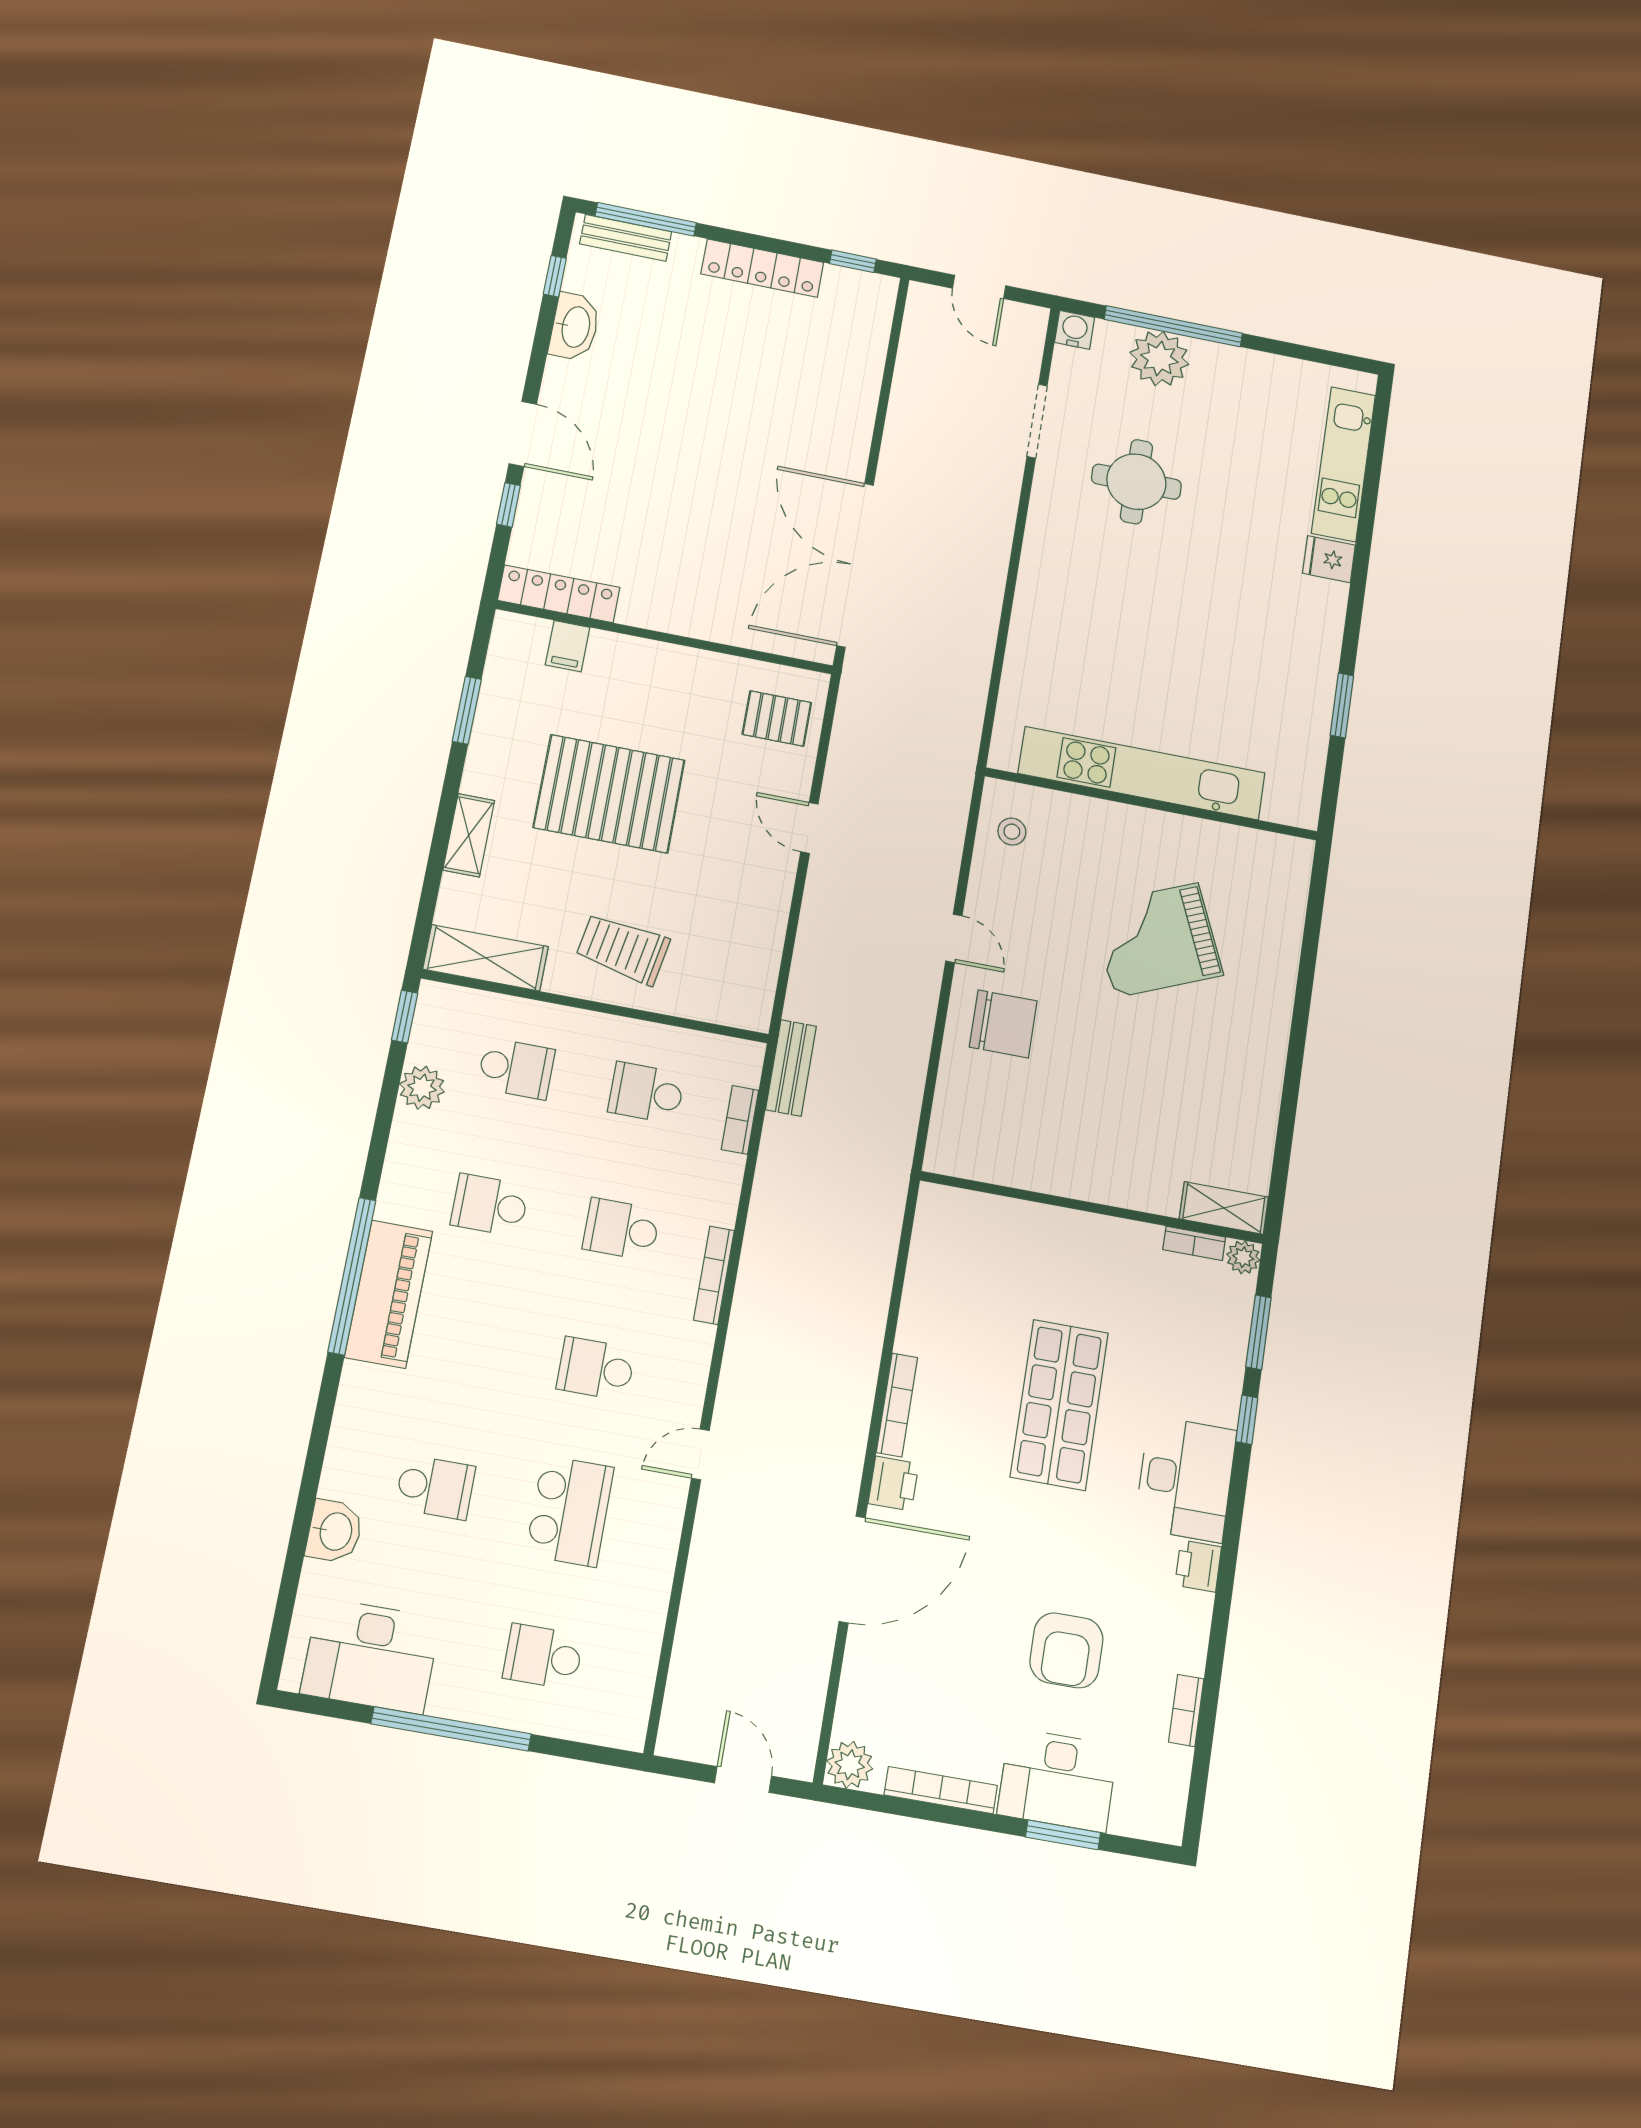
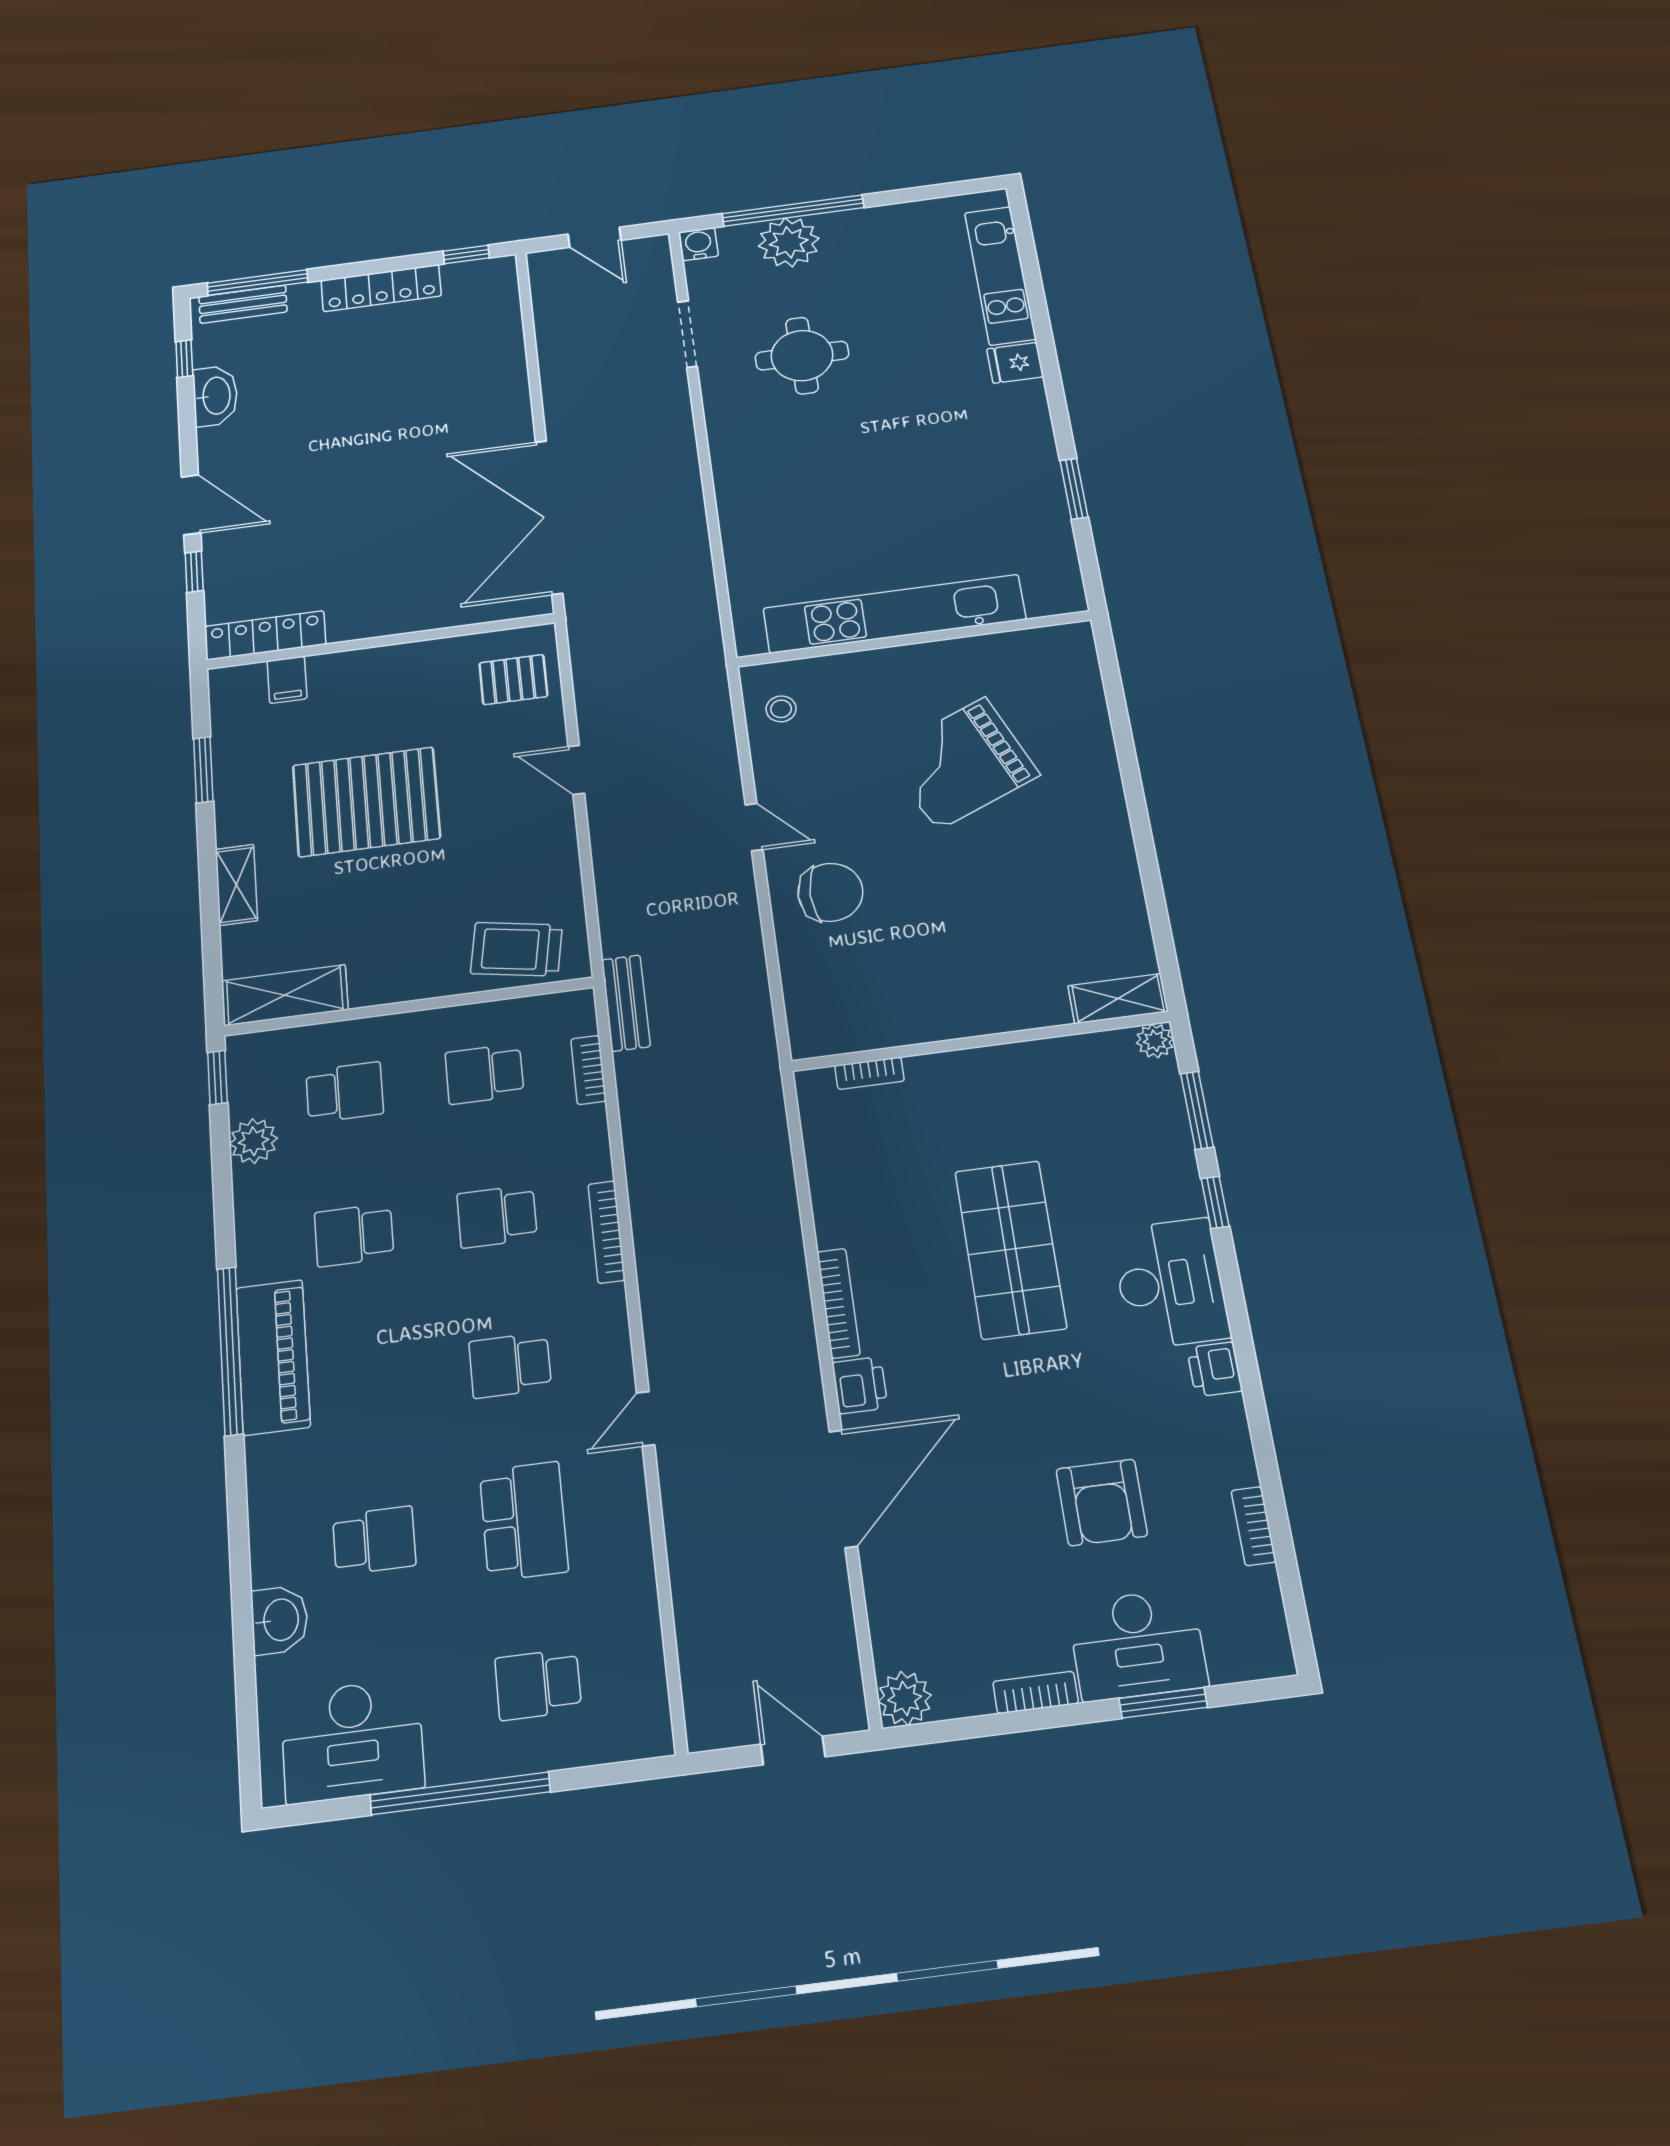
trolley: (623, 949) -> (516, 949), moved
bookcase: (1194, 1243) -> (869, 1073), moved
bookcase: (941, 1790) -> (1036, 1692), width x0.64

